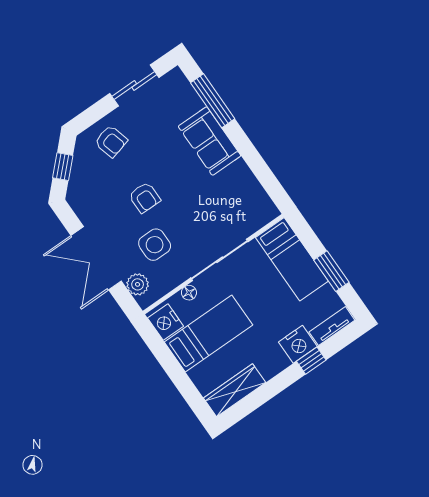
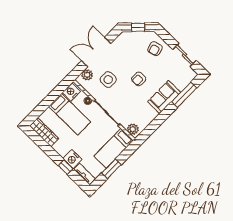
armchair: (145, 198) -> (139, 79), moved
plant: (261, 214) -> (133, 129), added

